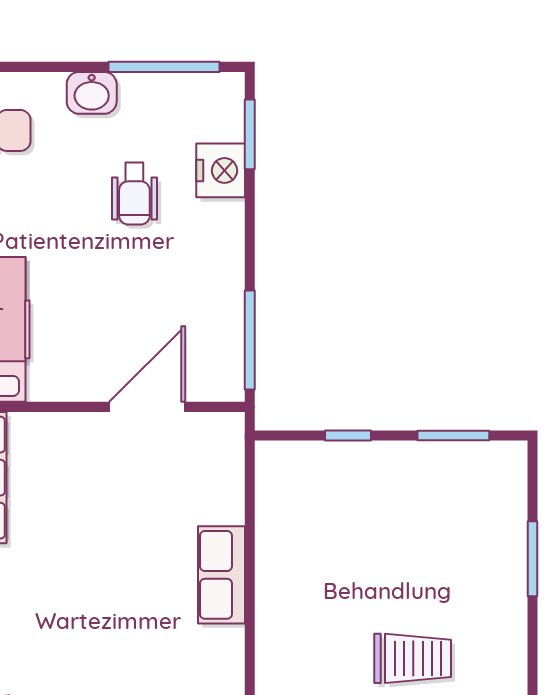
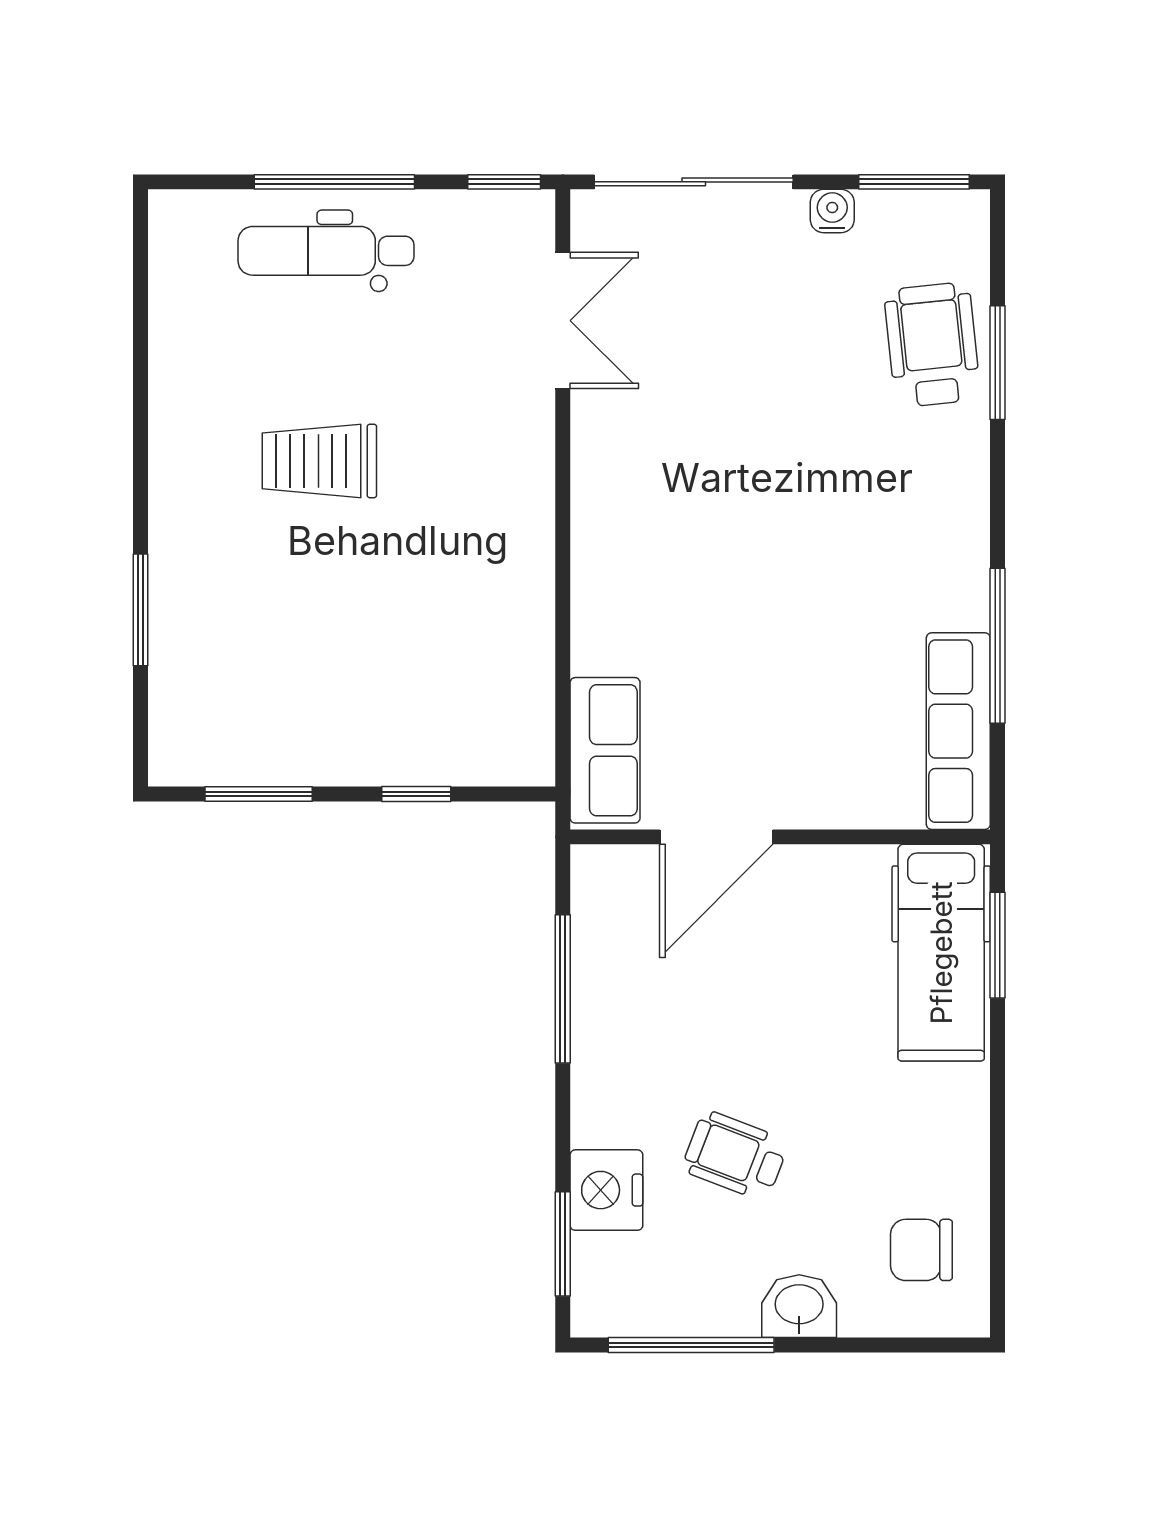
wheelchair: (134, 194) -> (735, 1156), turned -69
window: (250, 340) -> (563, 989), moved
row of seats: (222, 575) -> (605, 750), moved

